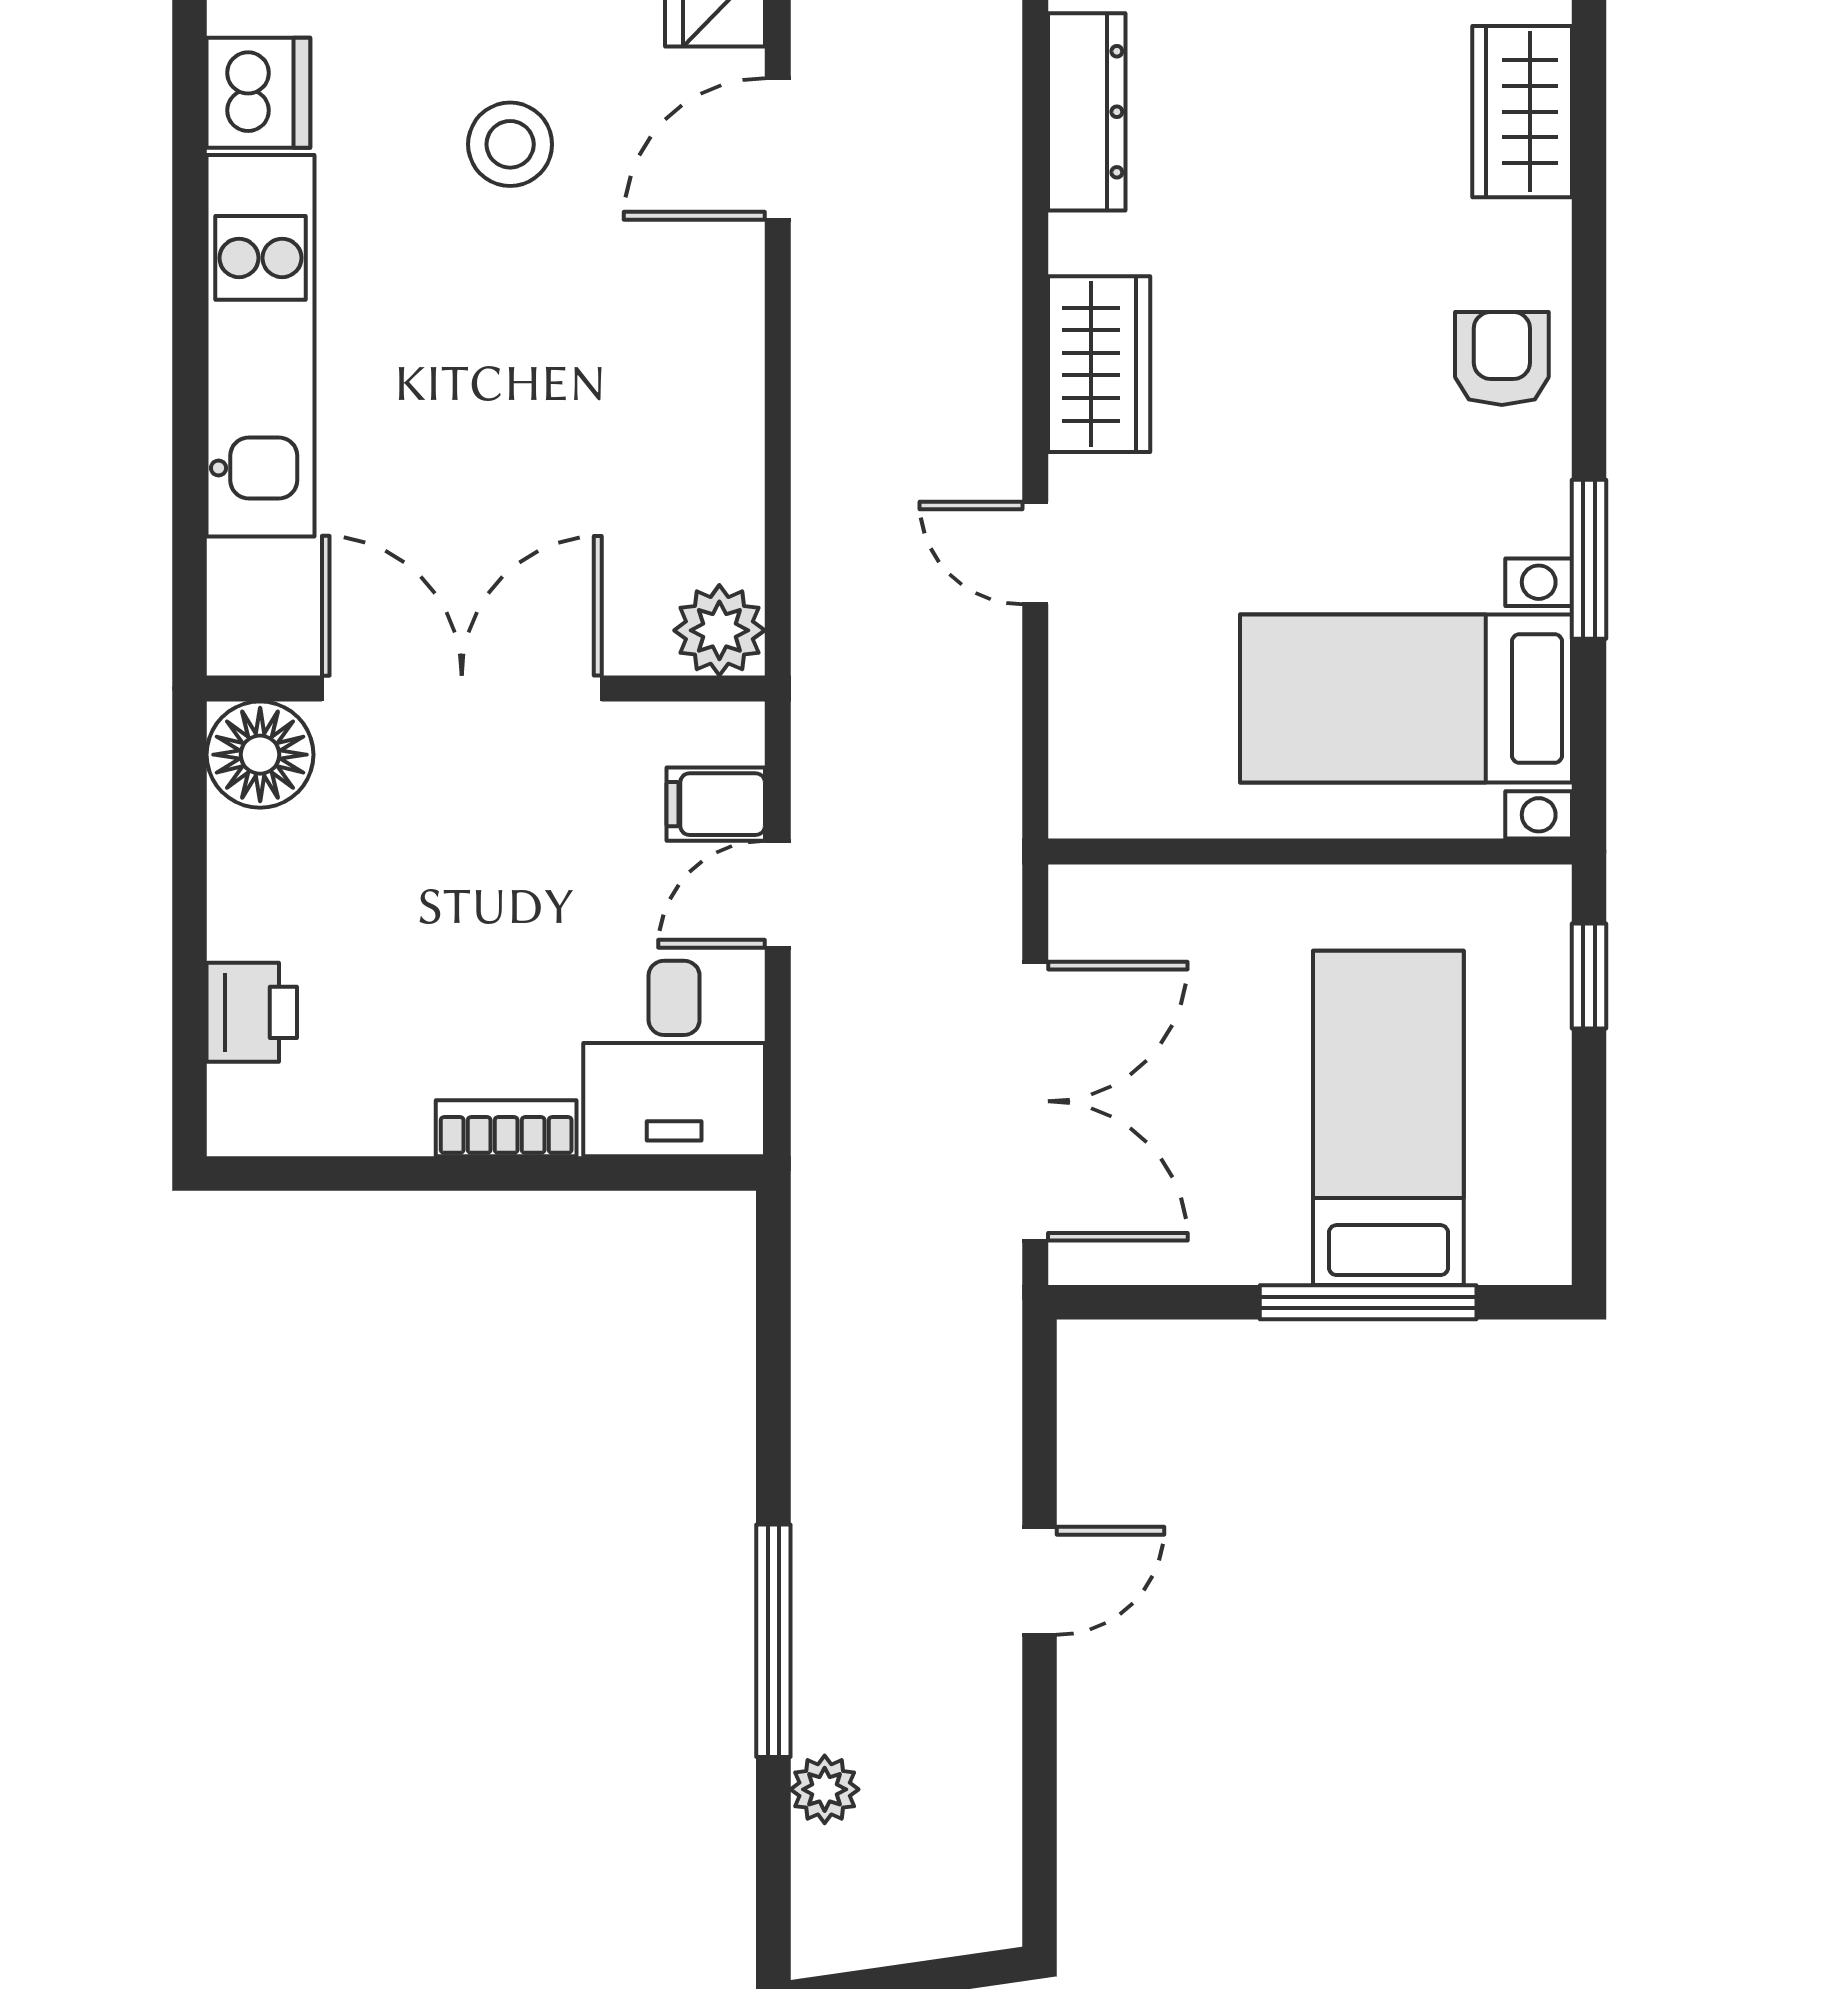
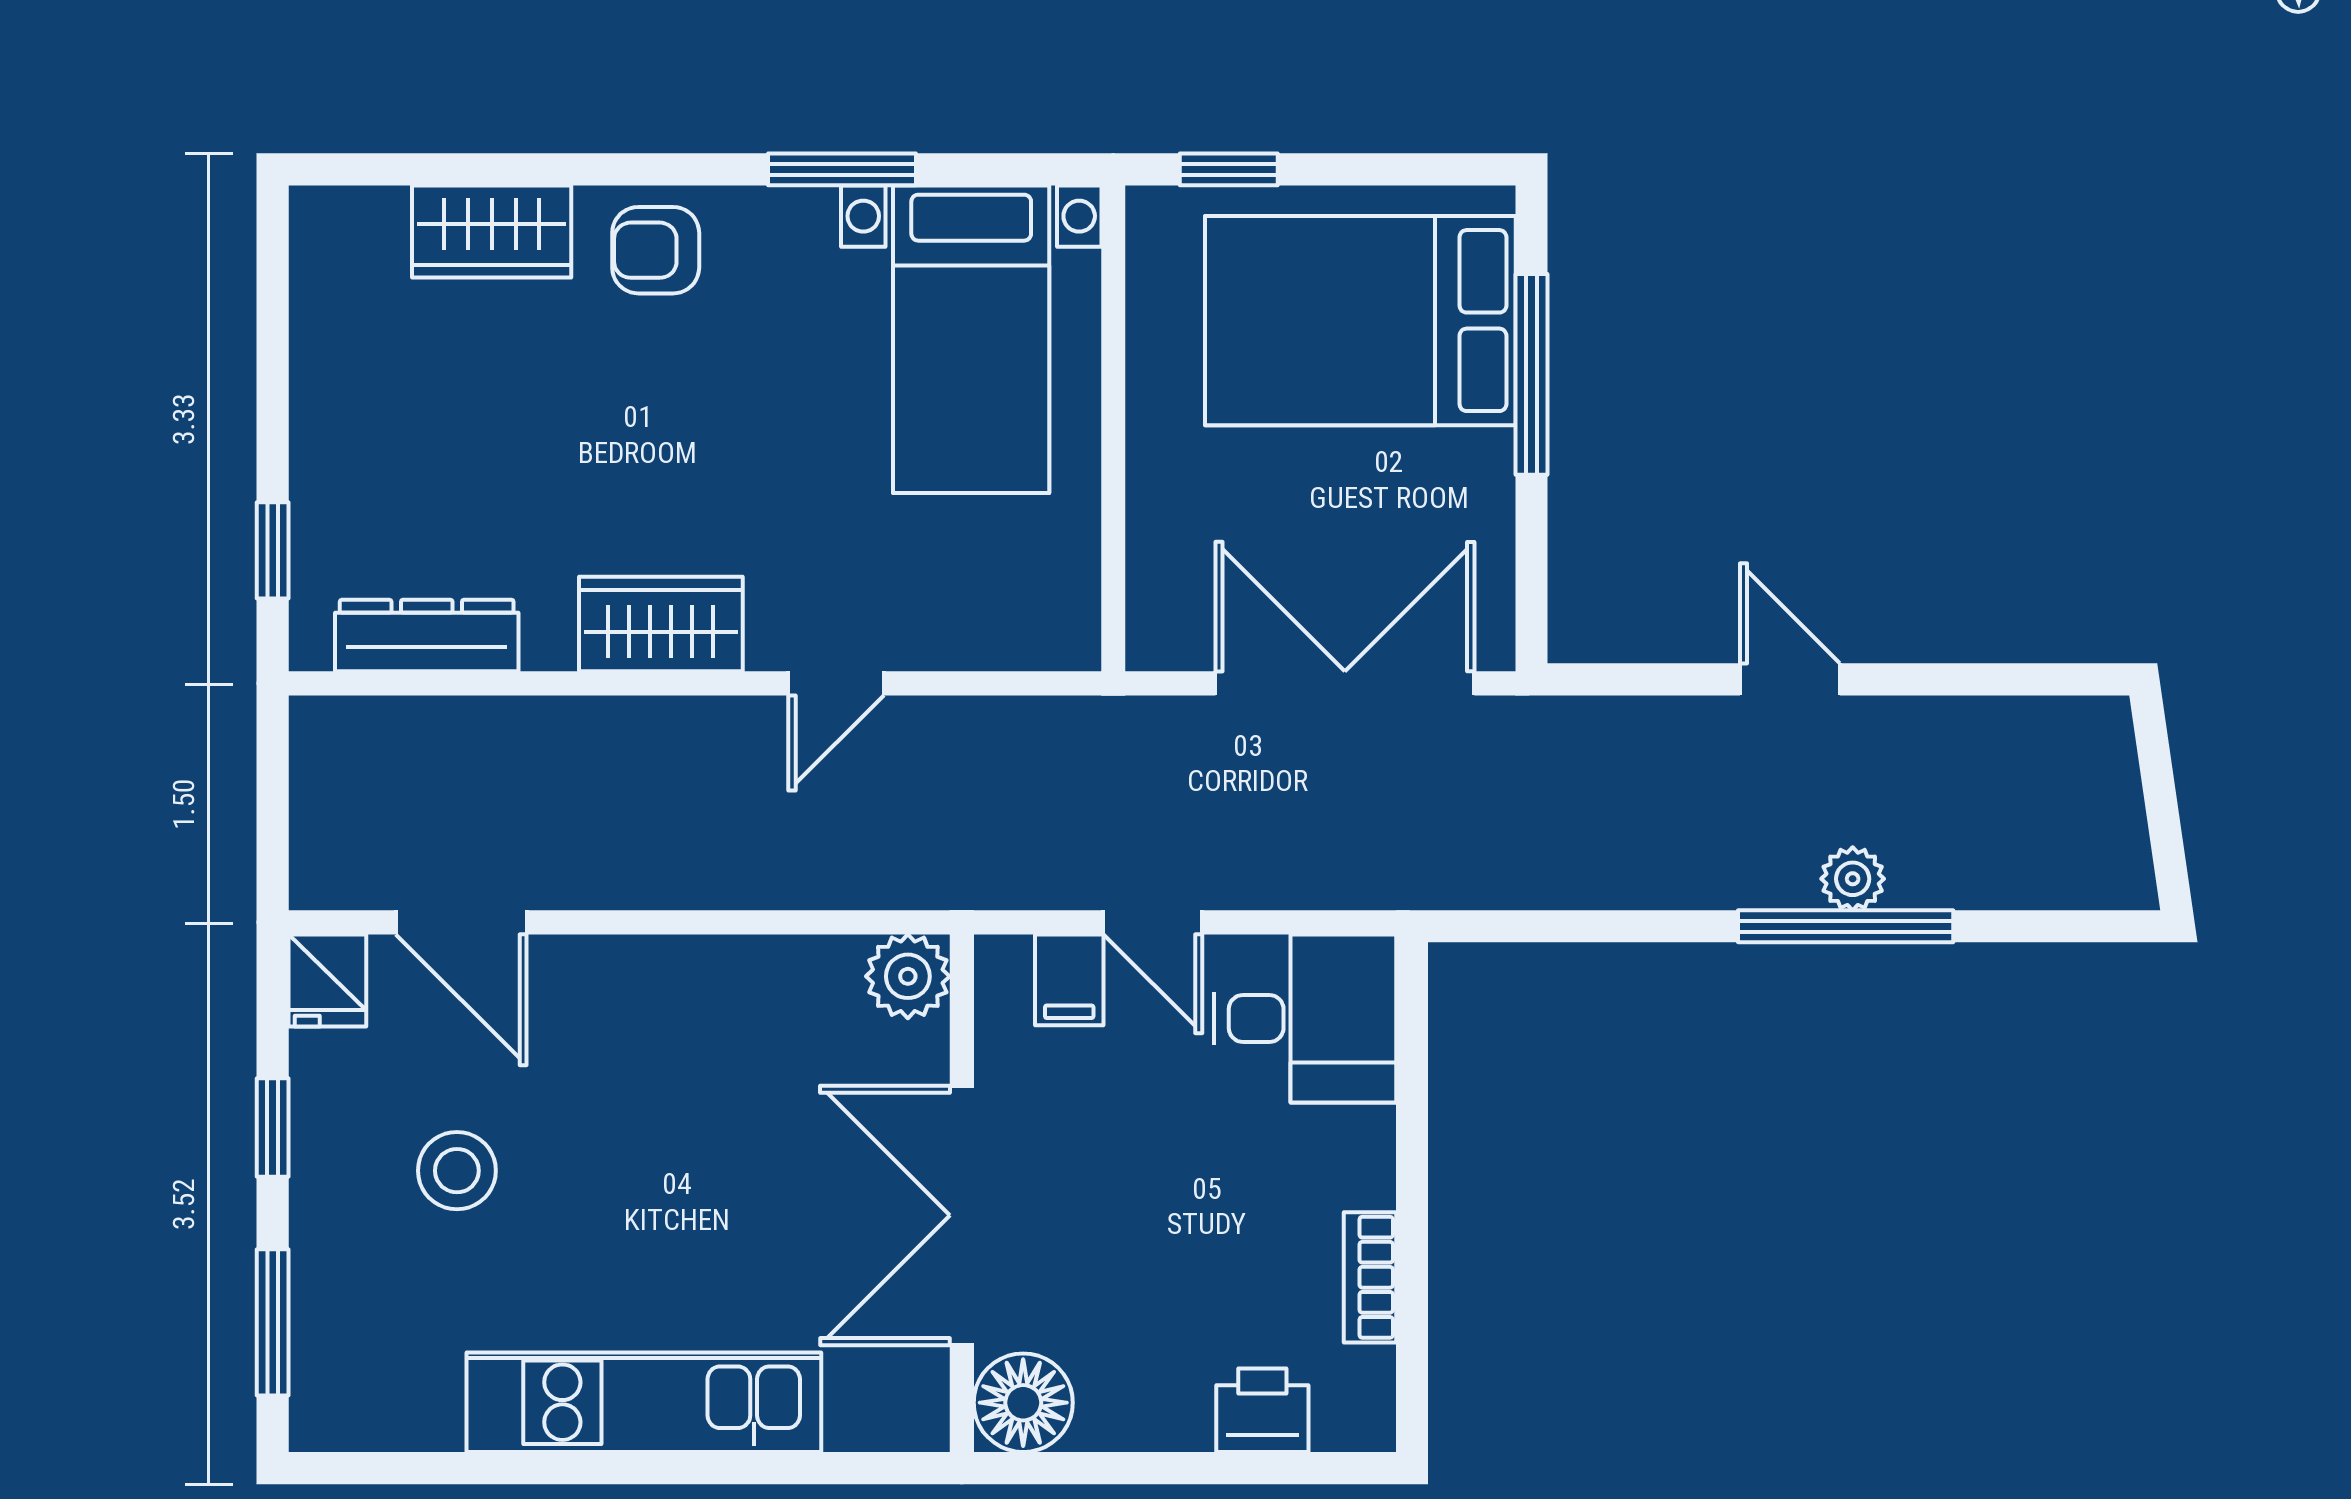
dishwasher: (258, 93) -> (409, 1404), removed
wardrobe: (1522, 112) -> (492, 231), moved
bed: (1388, 1118) -> (1360, 321), width x1.50
bookcase: (506, 1128) -> (1370, 1277), moved
plant: (825, 1789) -> (1853, 879), moved

